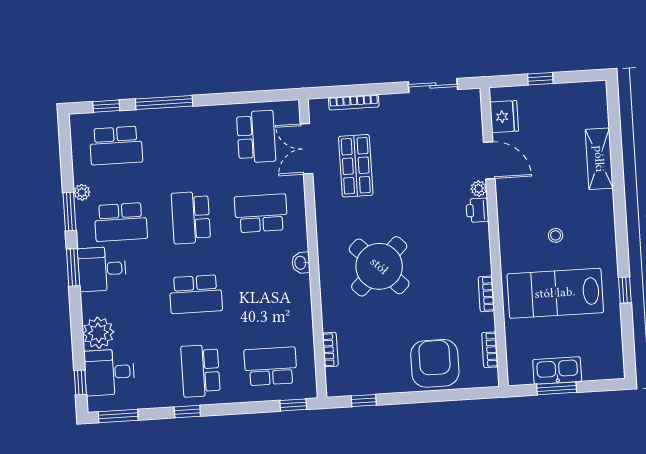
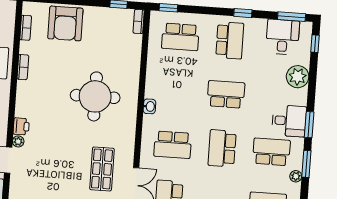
school desk: (191, 218) -> (222, 148), turned 180
round table: (379, 266) -> (95, 96), turned 45
bookcase: (330, 350) -> (139, 21), moved
desk: (109, 372) -> (283, 37), moved, turned -90

